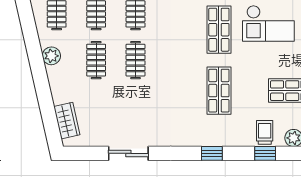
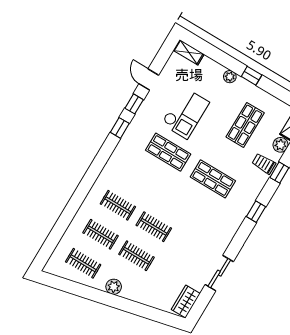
wardrobe: (67, 121) -> (186, 301), moved, turned -77

